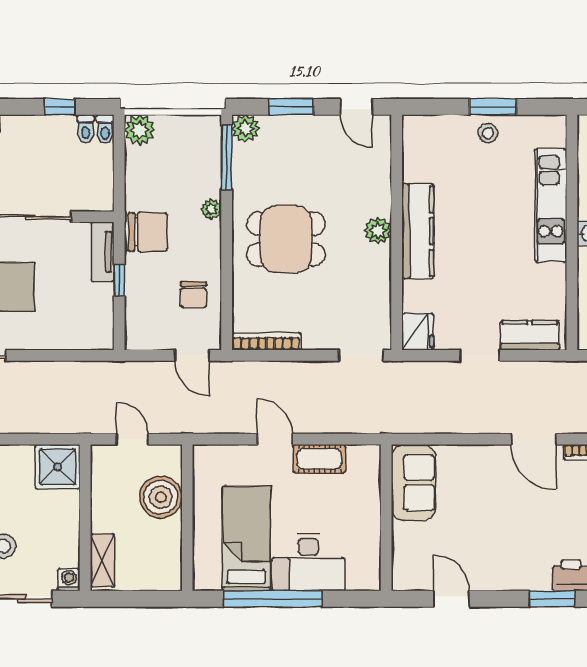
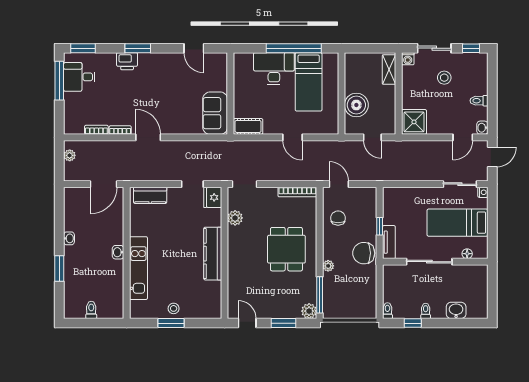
toilet: (86, 129) -> (426, 311), moved
plant: (140, 130) -> (368, 310), removed
plant: (378, 231) -> (235, 218), moved
dining table: (286, 239) -> (286, 249), turned 90
doorway: (480, 355) -> (192, 184), moved
cot: (319, 459) -> (248, 126), moved

